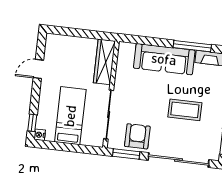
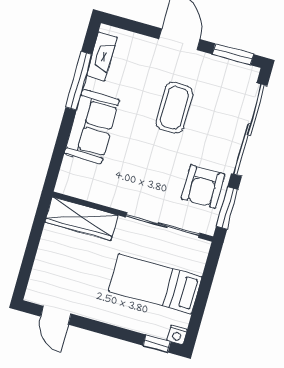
sofa: (164, 59) -> (92, 127), width x0.73
door: (38, 69) -> (56, 315), moved
armchair: (137, 136) -> (203, 187), turned -90

